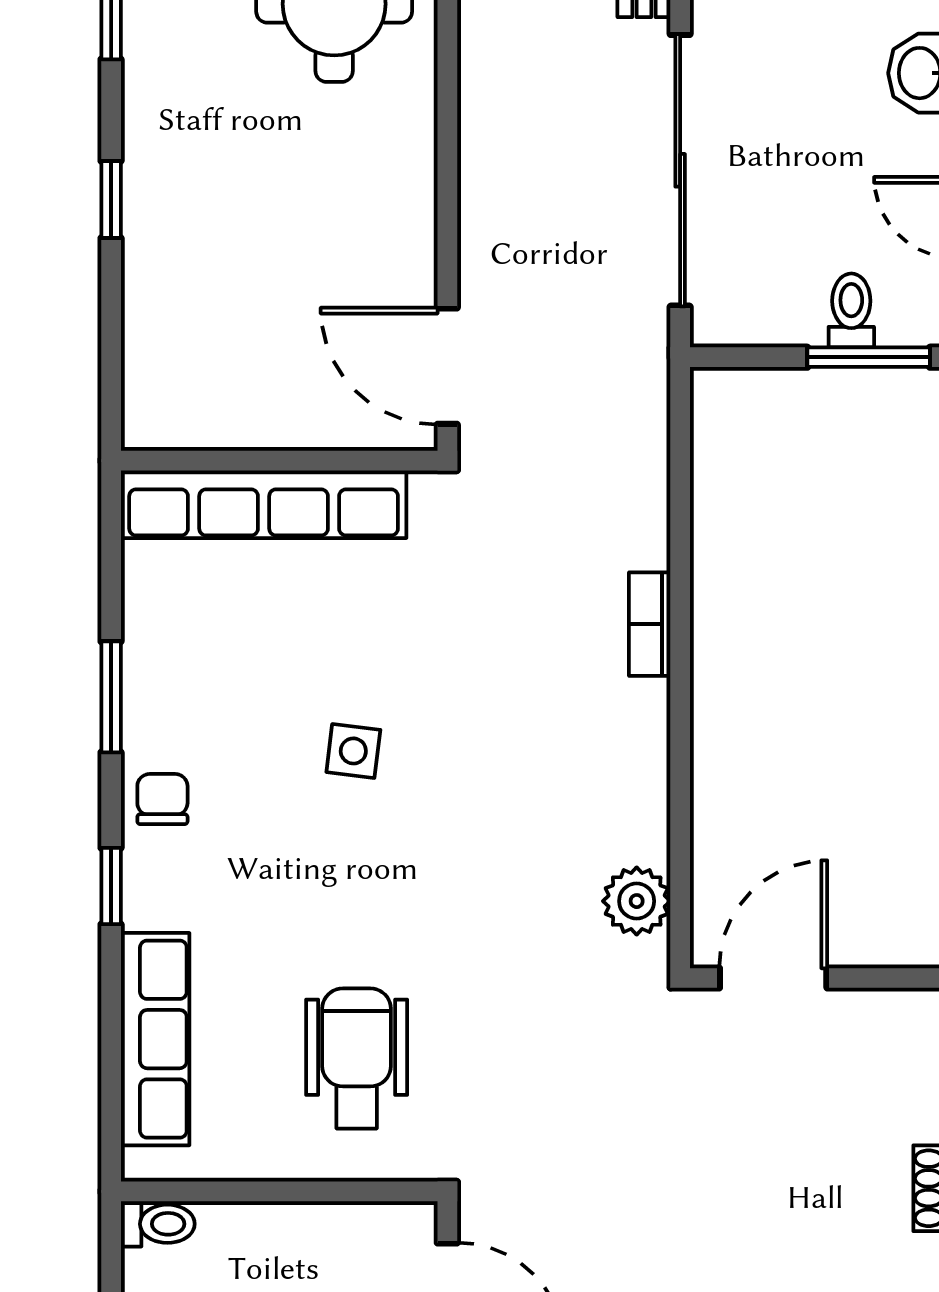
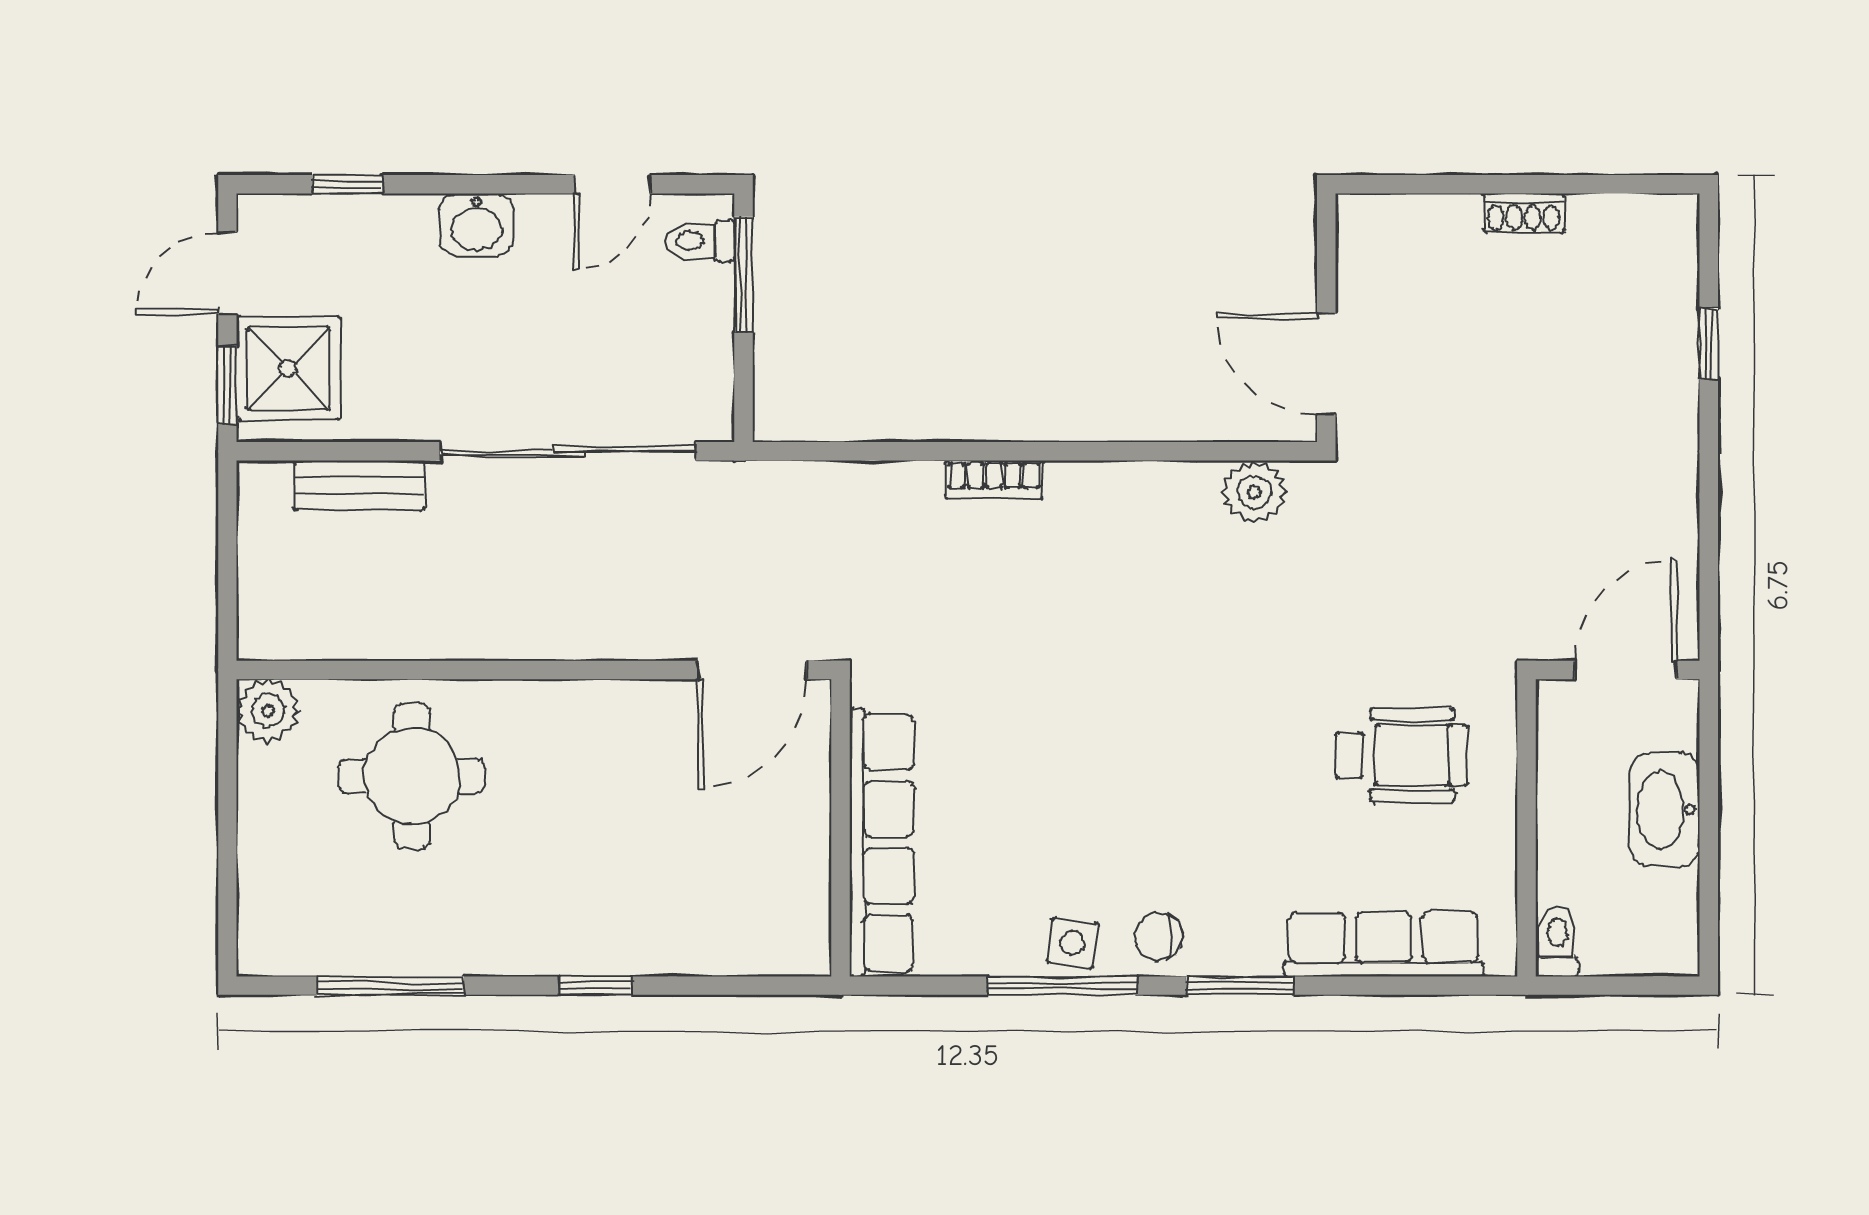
toilet: (851, 310) -> (700, 241), moved
window: (111, 697) -> (1062, 986), width x1.44
side table: (353, 751) -> (1073, 943), moved
window: (111, 886) -> (1240, 986), width x1.50
wheelchair: (357, 1058) -> (1402, 755), turned 180

